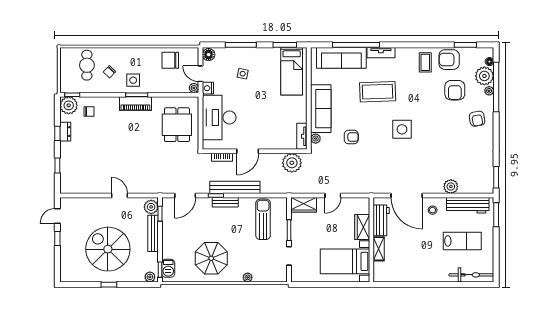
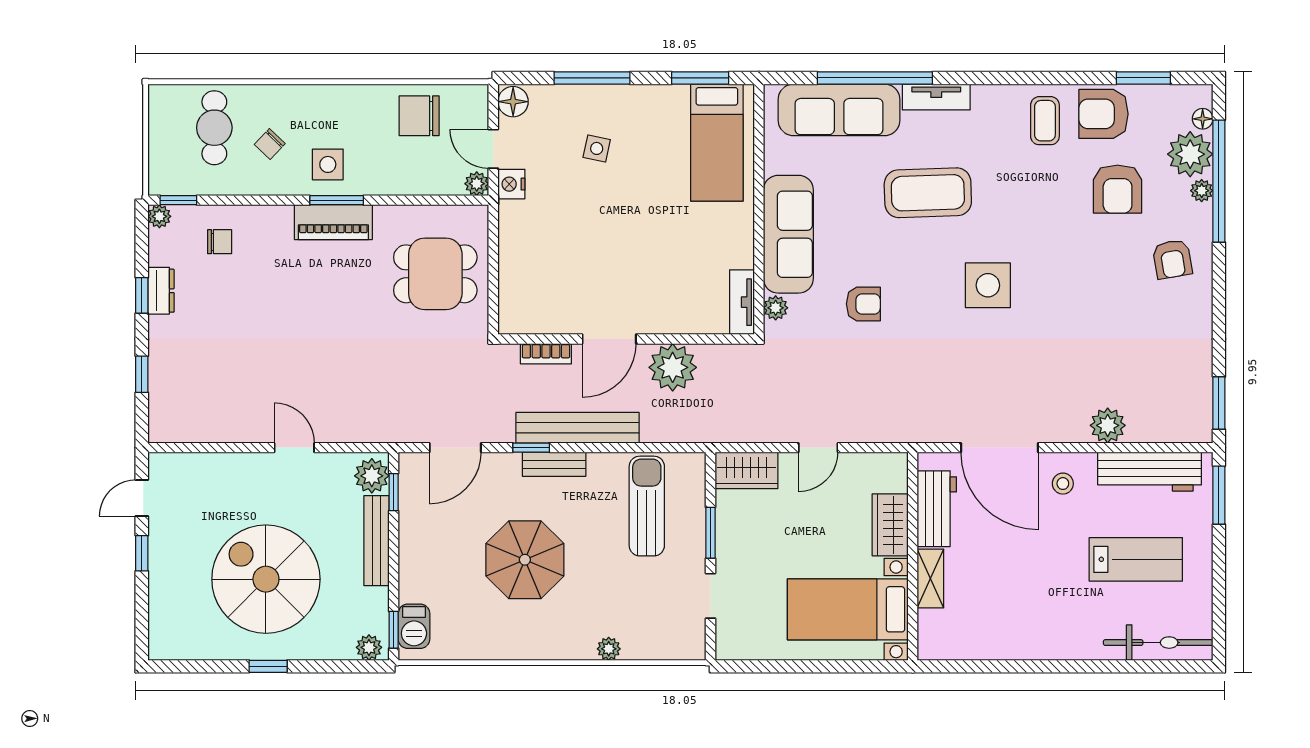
plant: (69, 105) -> (159, 216), width x0.53, depth x0.53
desk: (219, 117) -> (539, 256), removed
dining table: (177, 125) -> (435, 274), turned 90
plant: (292, 163) -> (673, 367), moved
parasol: (211, 258) -> (525, 560), moved

